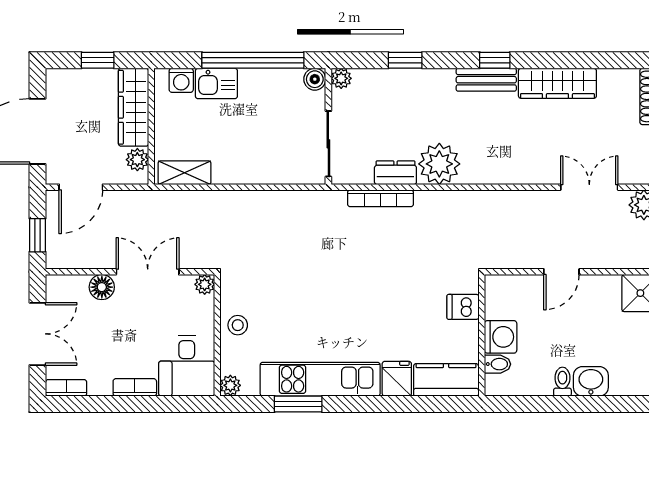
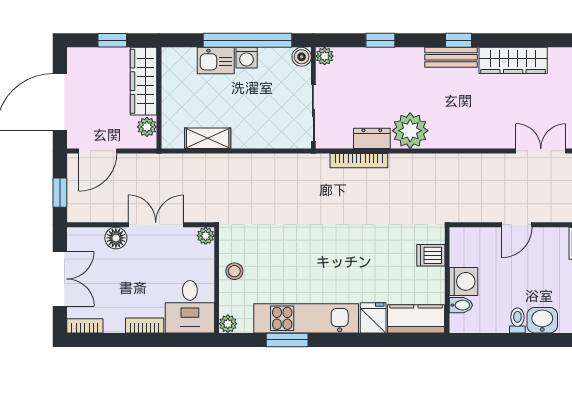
washing machine: (181, 80) -> (247, 58), moved
shelving: (185, 173) -> (208, 138), moved

